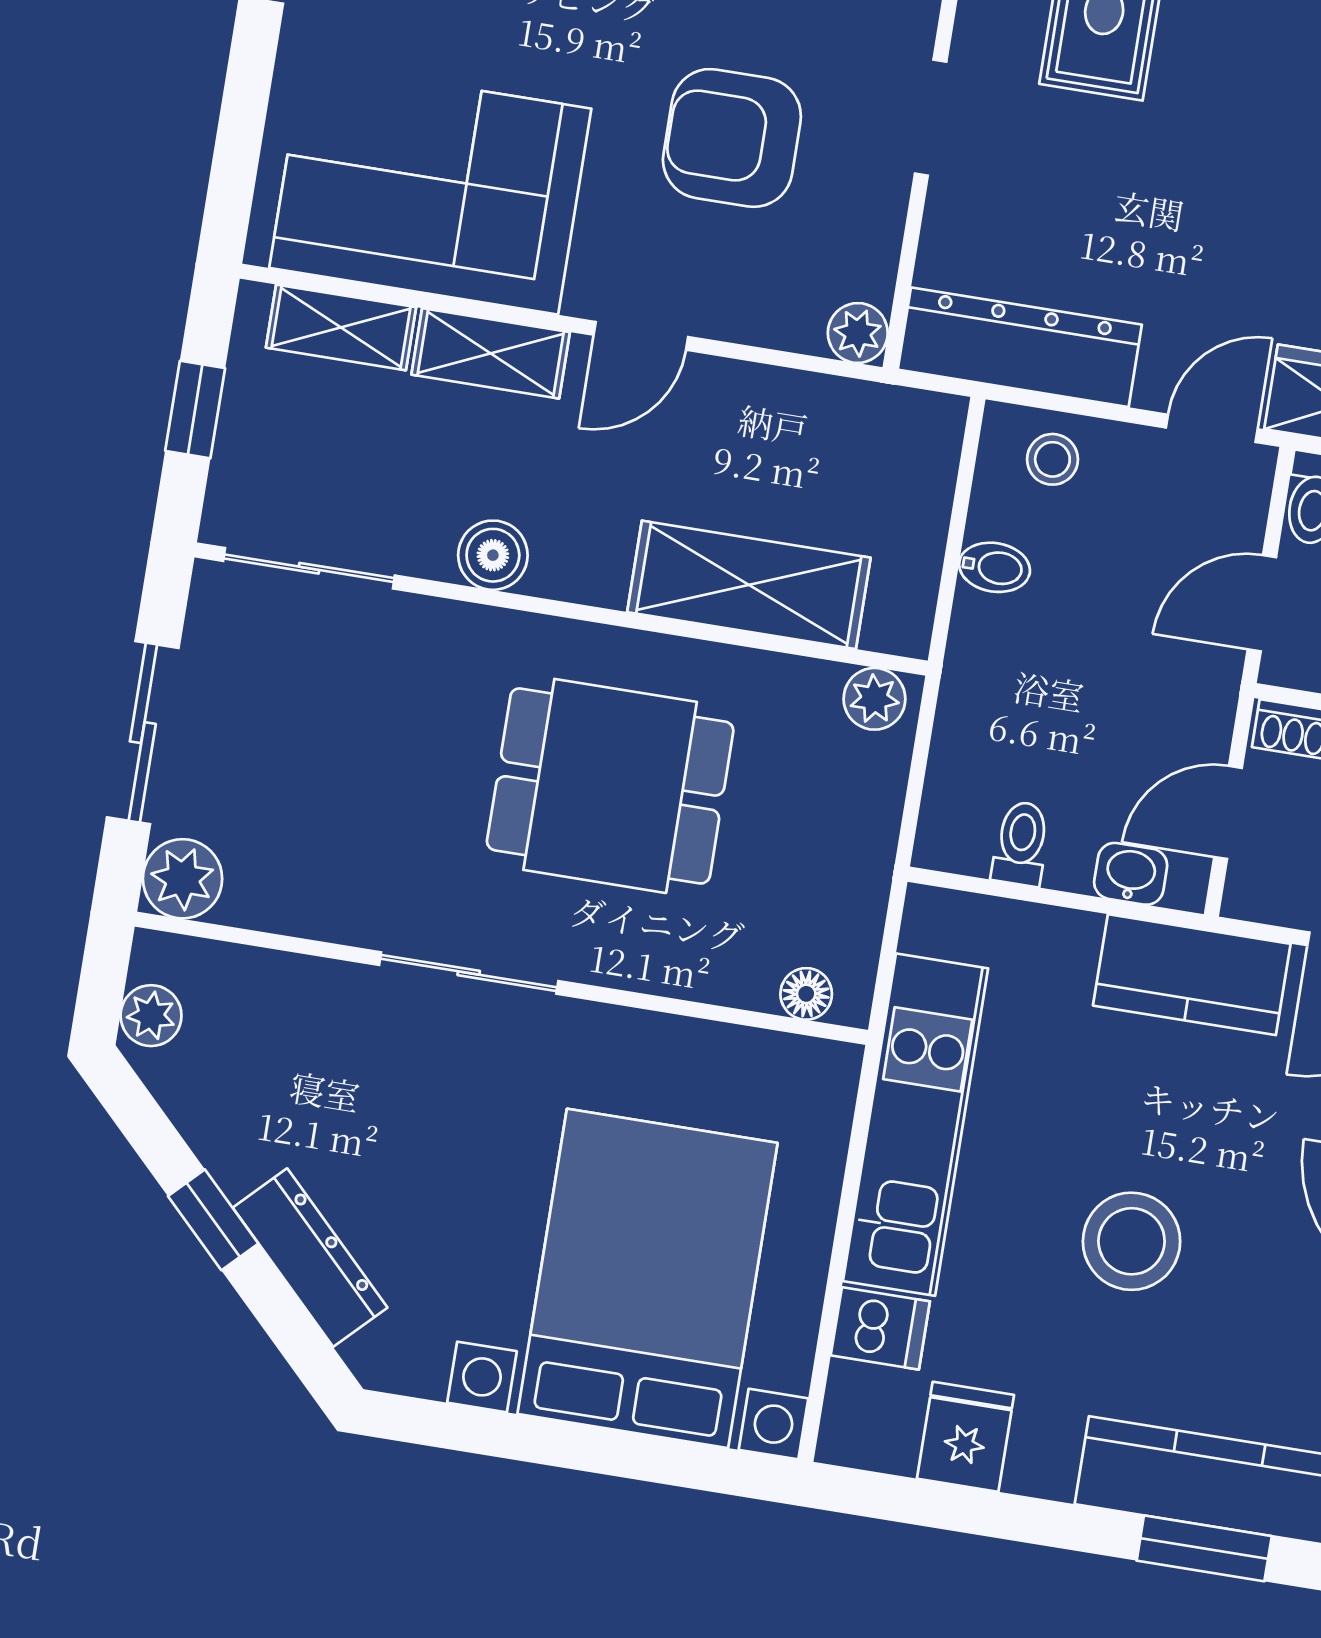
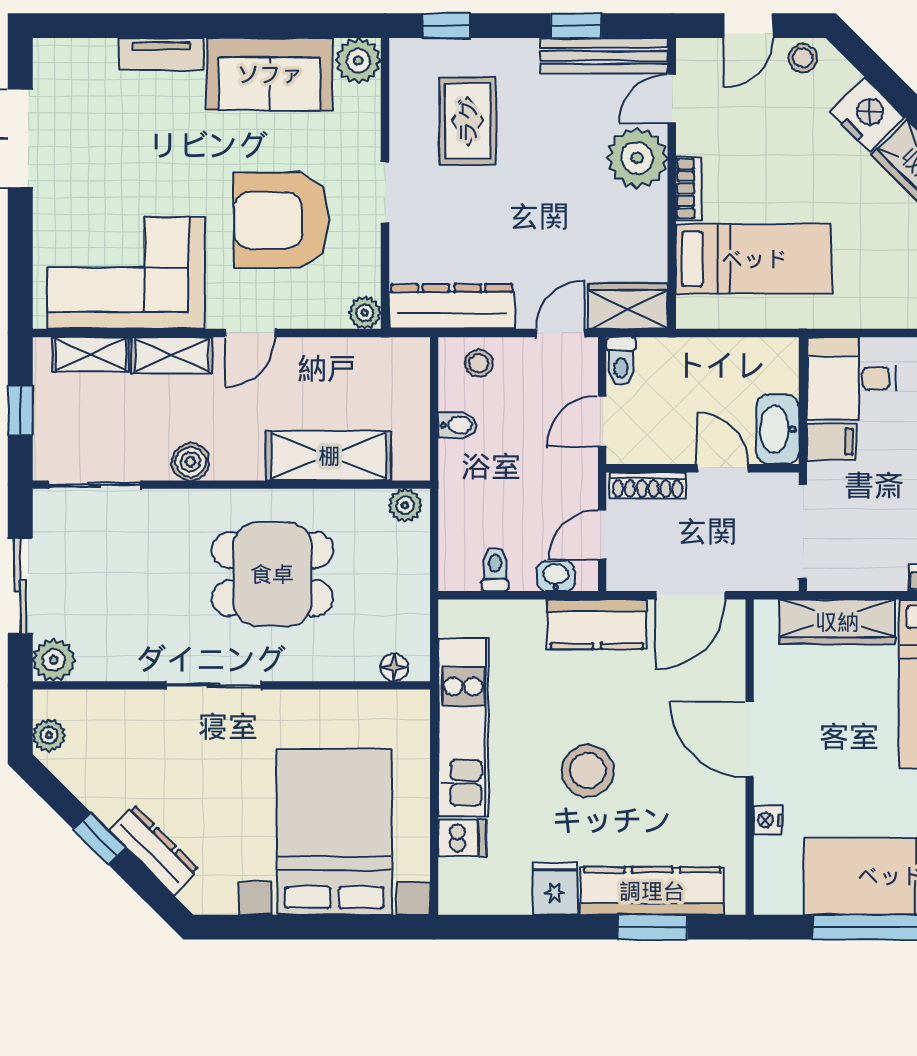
armchair: (732, 138) -> (281, 220), width x1.36, depth x1.36
fridge: (966, 1437) -> (555, 888), moved

